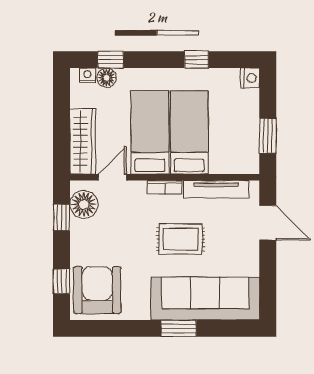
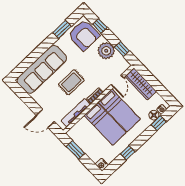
floor lamp: (84, 204) -> (118, 61), removed
plant: (86, 237) -> (106, 51), added
window: (179, 328) -> (62, 29), moved

